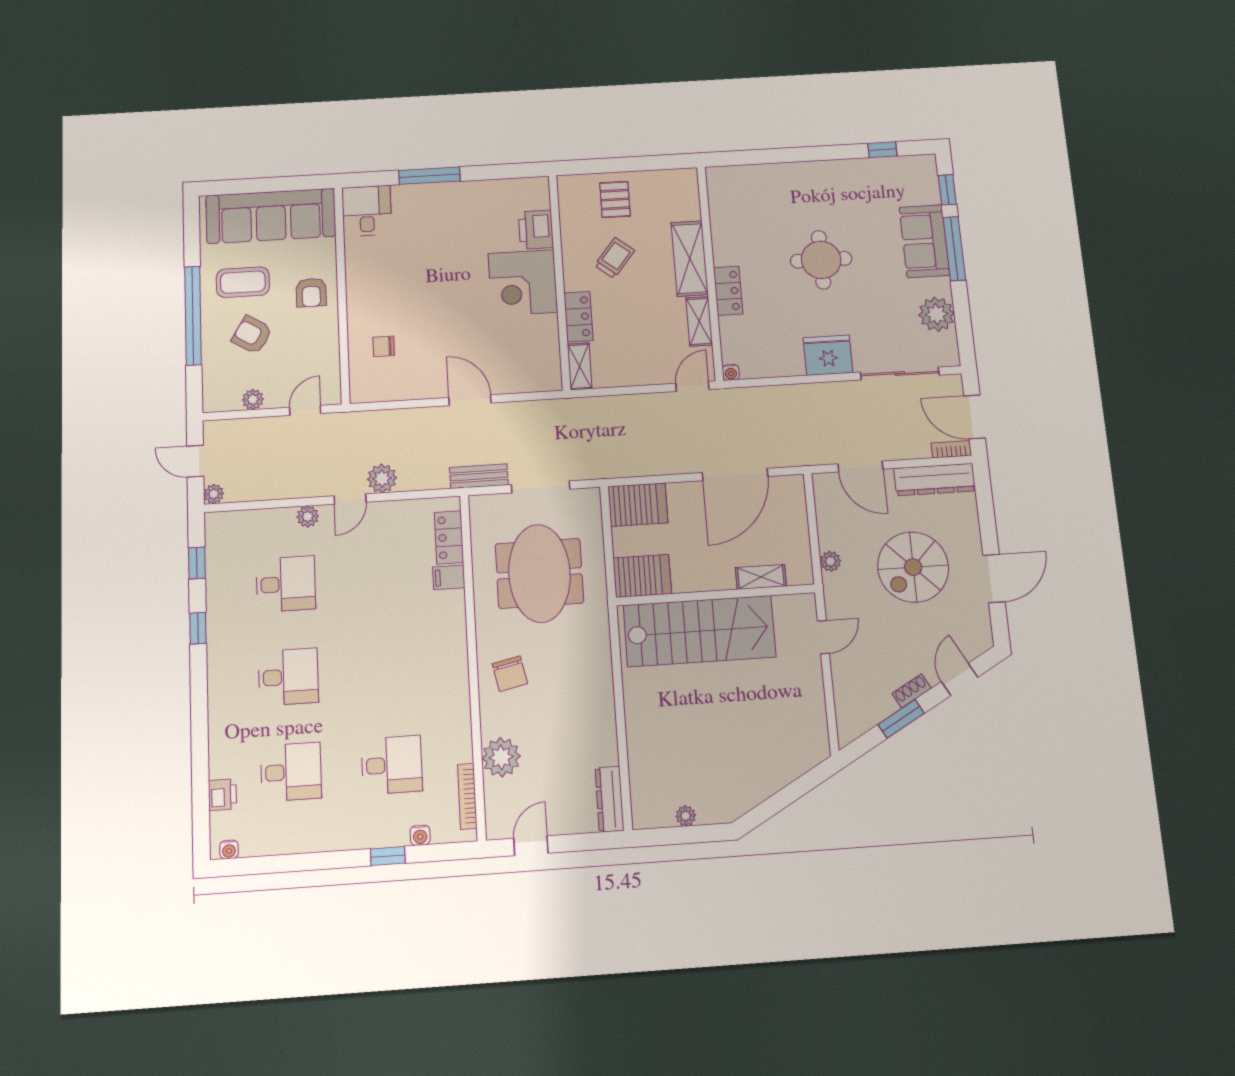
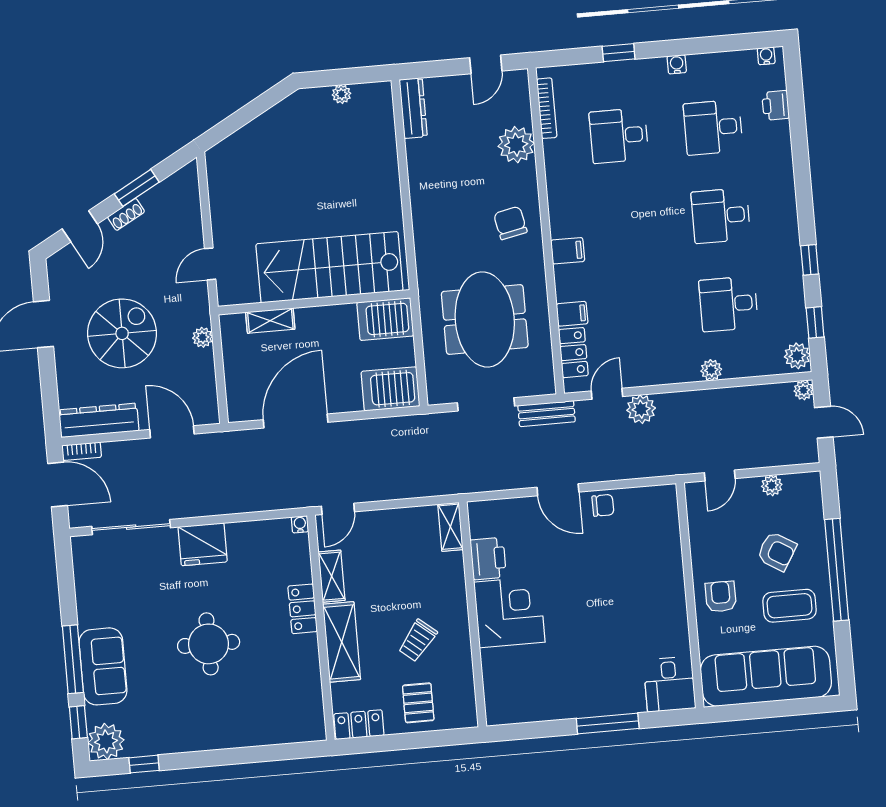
printer: (536, 230) -> (488, 559), moved
plant: (937, 314) -> (106, 741), moved
locker: (579, 317) -> (359, 725), moved, turned 90
chair: (384, 346) -> (603, 505), moved
door: (350, 499) -> (607, 394), moved
plant: (218, 529) -> (797, 356), added
filing cabinet: (451, 643) -> (568, 251), added
water cooler: (420, 835) -> (677, 64), moved

